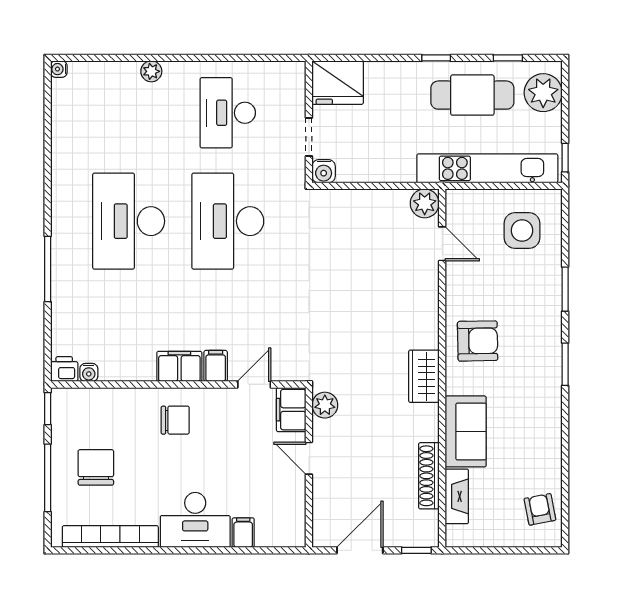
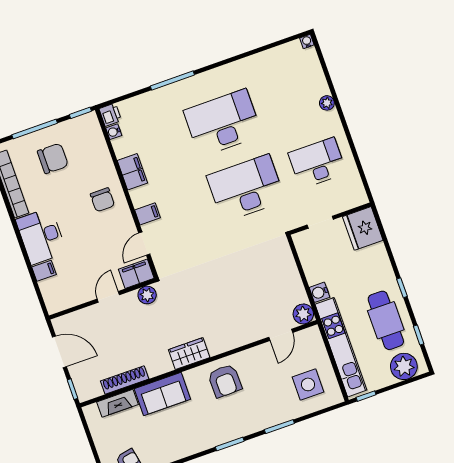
water cooler: (324, 171) -> (319, 292), moved
filing cabinet: (179, 366) -> (132, 172), moved
door: (254, 384) -> (144, 244), swing flipped

